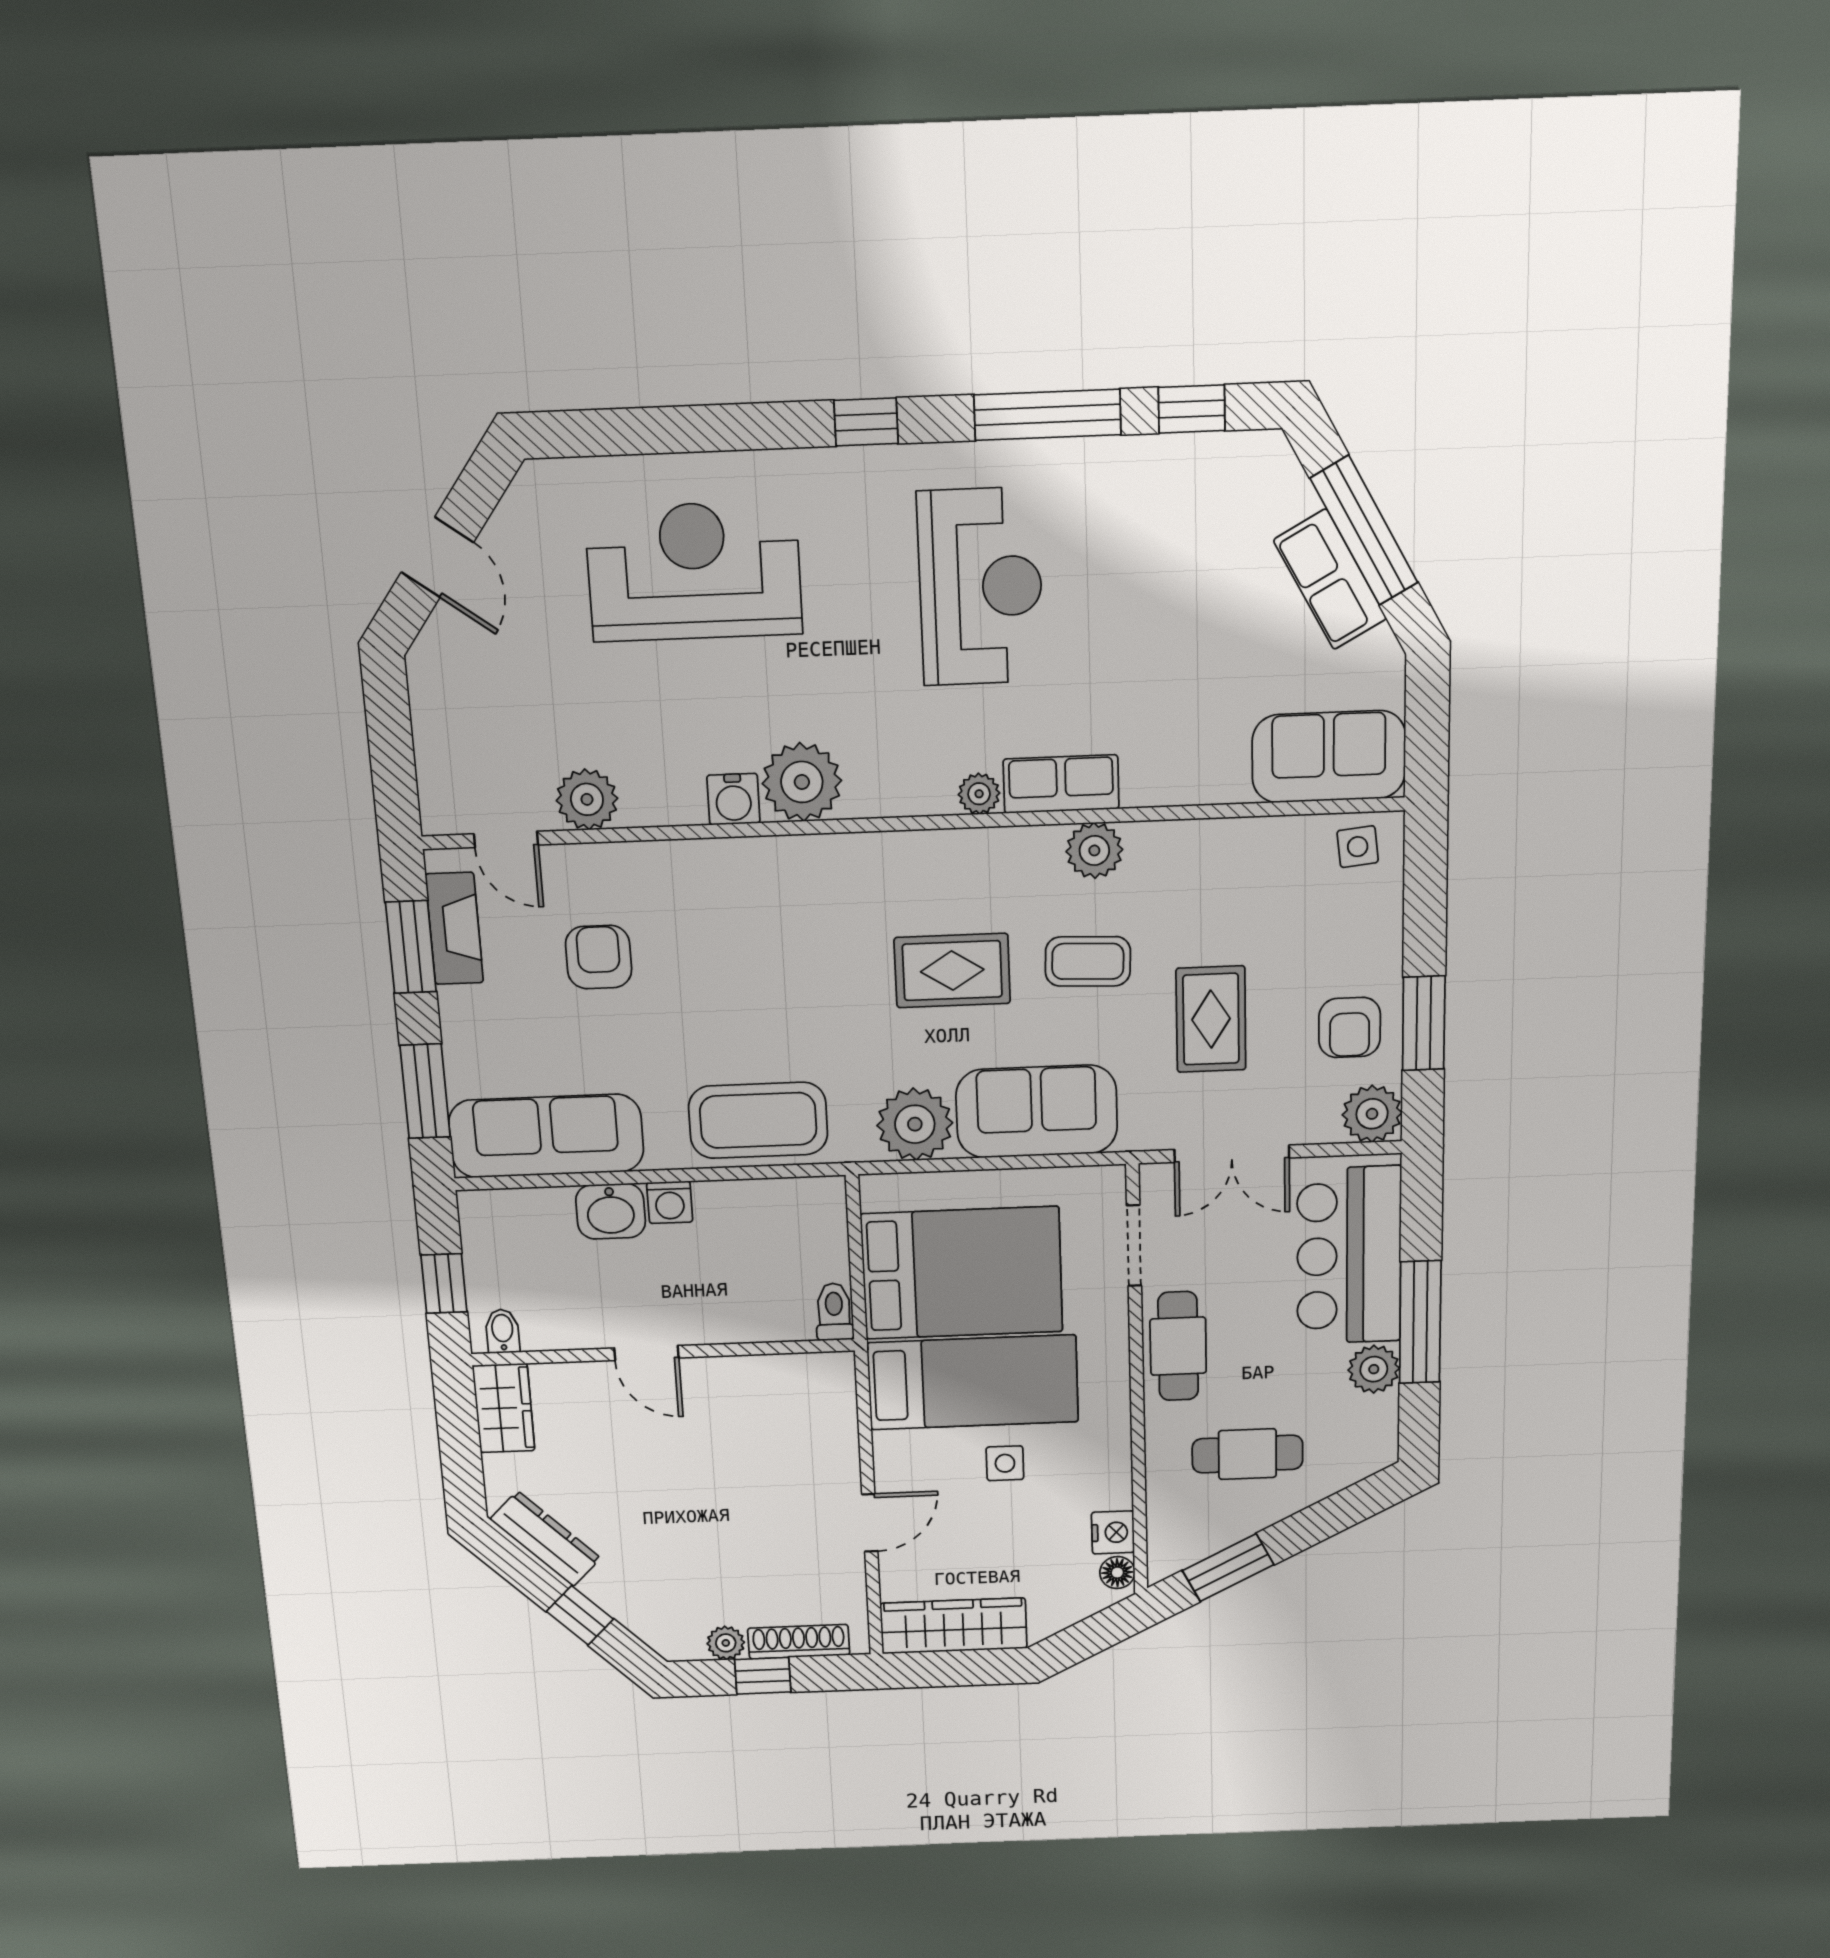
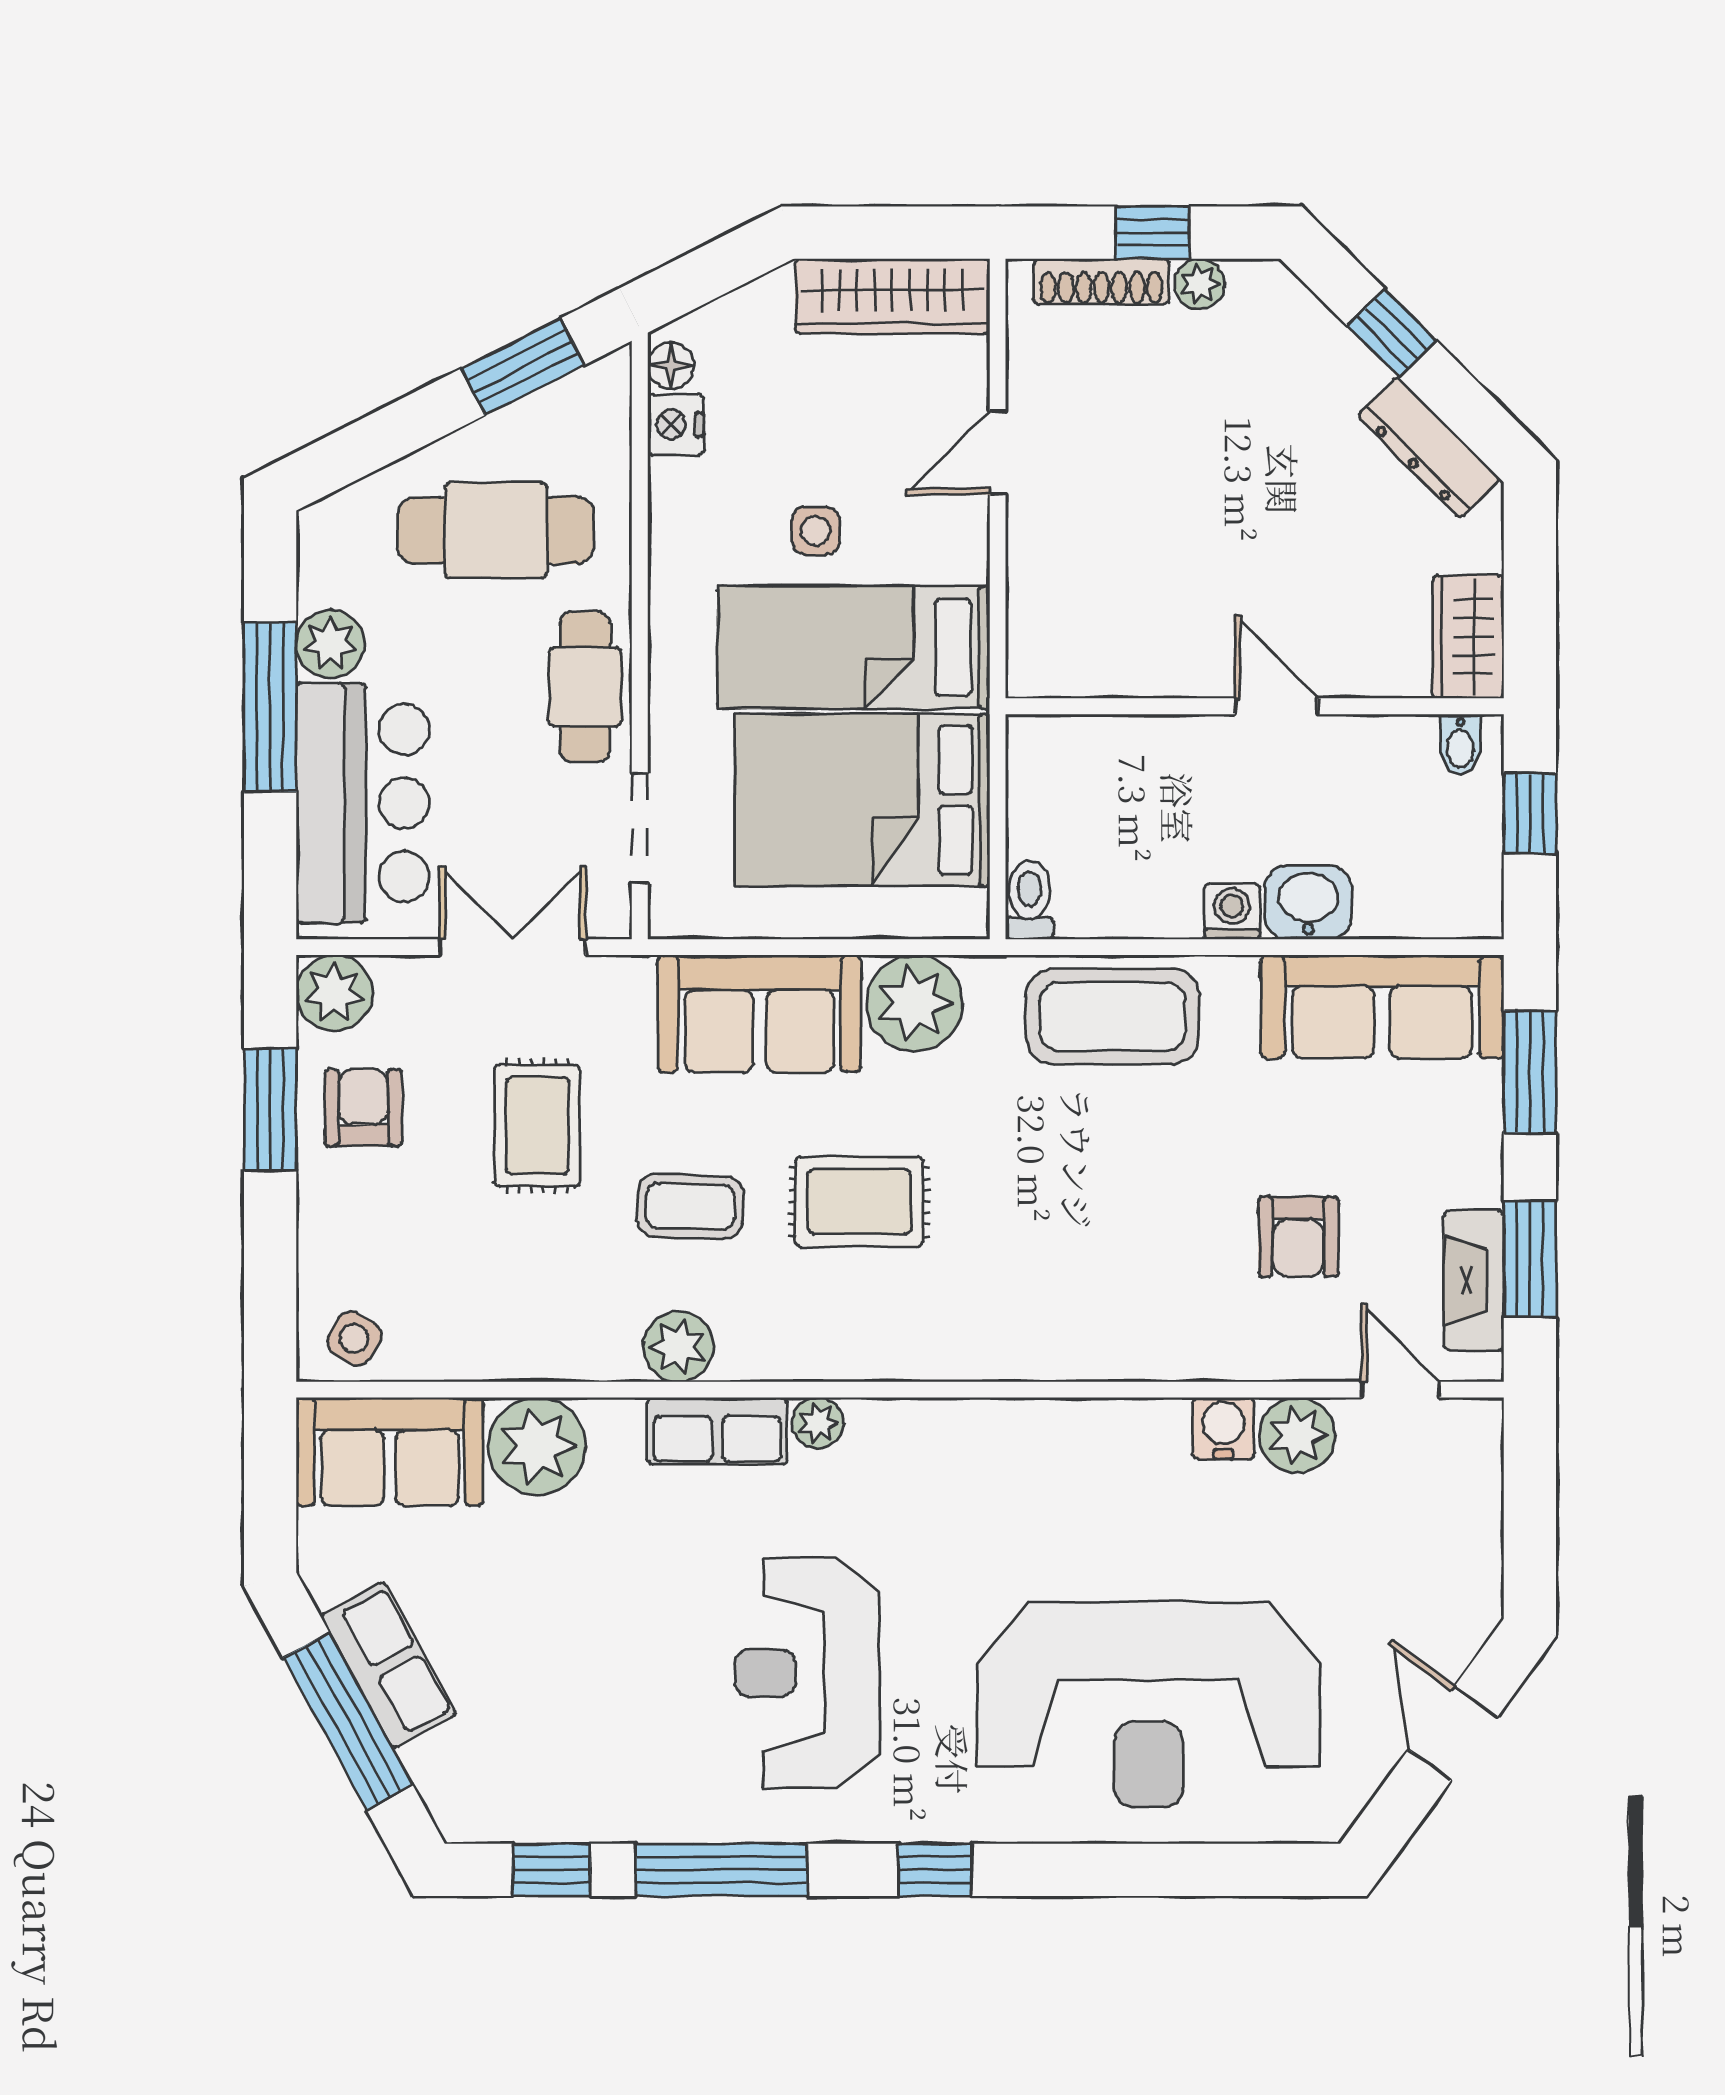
reception desk: (694, 571) -> (1149, 1705), width x1.36, depth x1.30
plant: (802, 782) -> (537, 1446), moved
water cooler: (733, 799) -> (1224, 1428), moved
side table: (1358, 847) -> (354, 1338), turned 36
toilet: (834, 1312) -> (1030, 900), moved, turned 180
cafe table: (1247, 1454) -> (496, 530), width x1.37, depth x1.35

